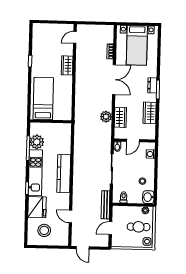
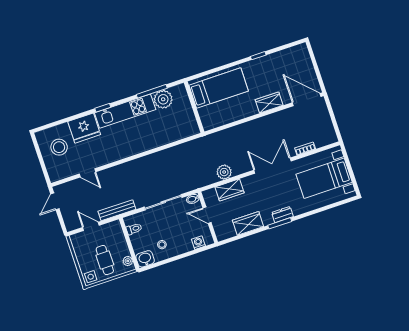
door: (75, 37) -> (307, 100), width x1.87
double door: (114, 80) -> (273, 166), swing flipped
kitchen counter: (64, 173) -> (137, 146), removed
door: (71, 216) -> (88, 173), swing flipped

